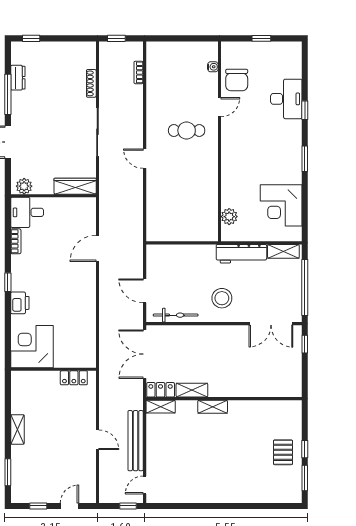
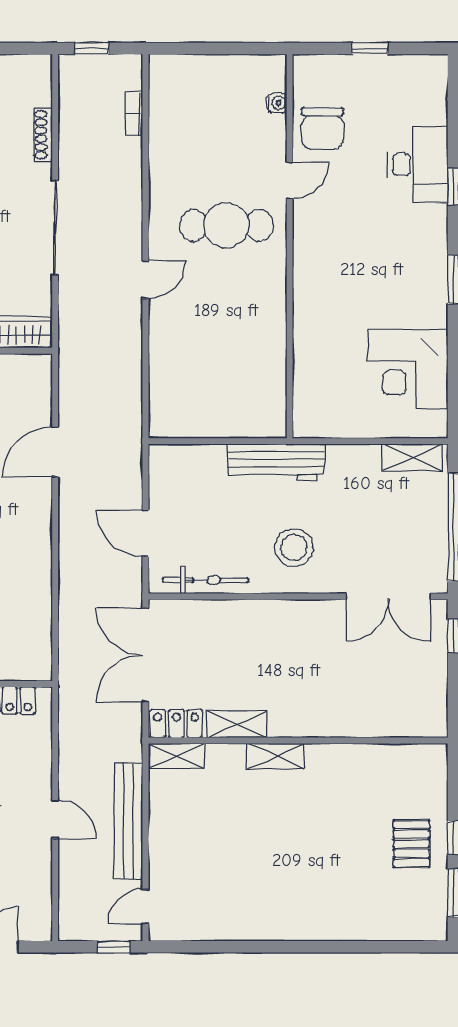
cafe table: (187, 130) -> (226, 225), width x1.37, depth x1.35
door: (145, 159) -> (146, 280), swing flipped
plant: (229, 217) -> (308, 391), removed
workbench: (241, 254) -> (276, 462), moved

